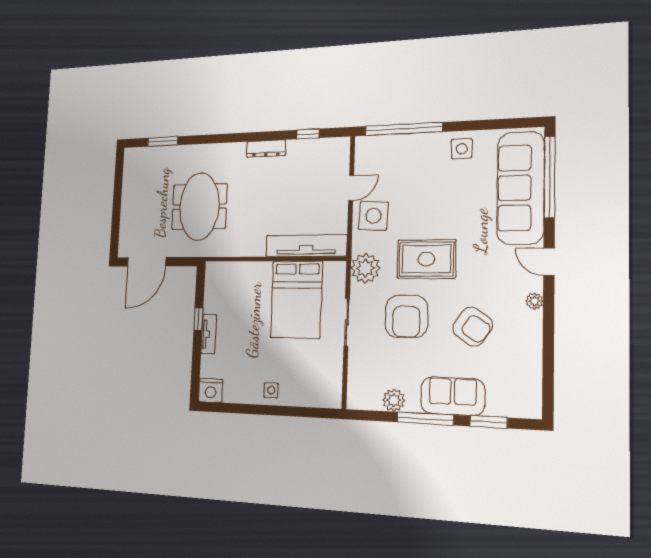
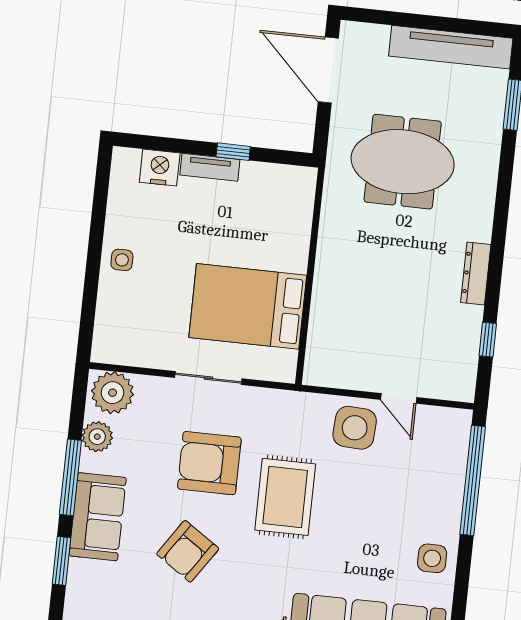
tv unit: (306, 246) -> (451, 47), moved, turned 90
plant: (365, 268) -> (113, 393), moved
nightstand: (211, 391) -> (160, 168), moved, turned 90

